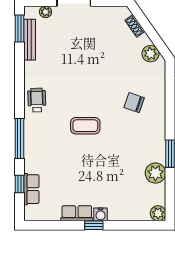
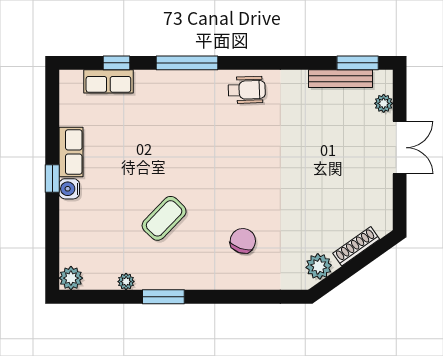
shoe rack: (135, 26) -> (356, 246), width x1.43
coffee table: (85, 126) -> (164, 218), moved, turned 44
plant: (155, 173) -> (126, 282), width x0.53, depth x0.53

